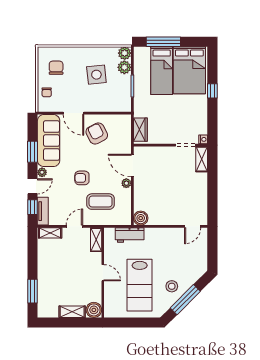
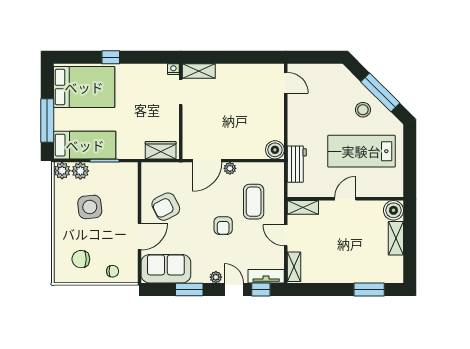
bed: (162, 71) -> (85, 145), moved
sofa: (49, 141) -> (166, 269), width x0.73
lab bench: (140, 285) -> (361, 151), turned 180

